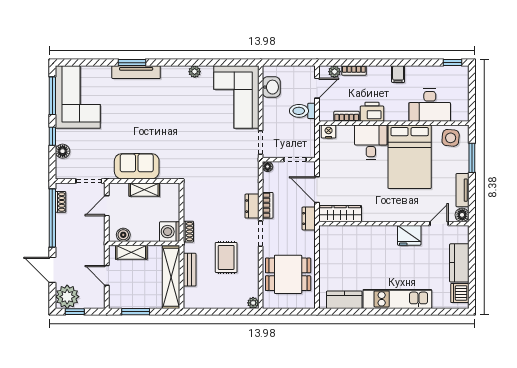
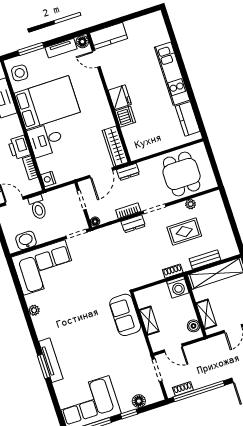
sofa: (137, 166) -> (125, 315), moved
fridge: (409, 235) -> (120, 97), moved
kitchen counter: (459, 263) -> (109, 36), moved
dishwasher: (460, 293) -> (125, 117), moved, turned -90
plant: (253, 303) -> (191, 204), moved

